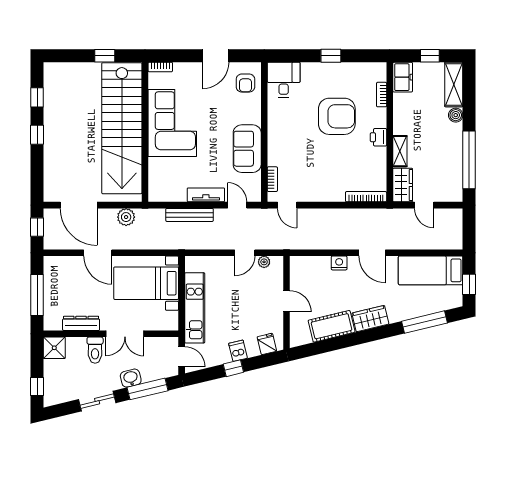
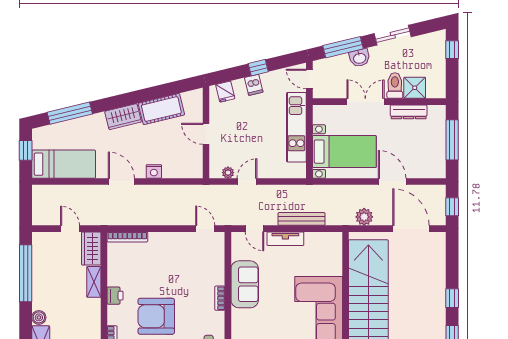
bookcase: (272, 179) -> (220, 298), moved
shower: (54, 348) -> (415, 88), moved

